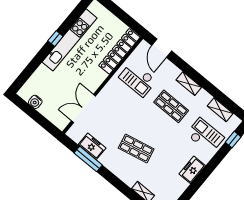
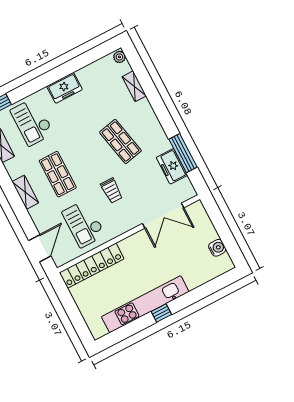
checkout: (138, 79) -> (84, 224), turned 180
trolley: (128, 111) -> (112, 191), added

